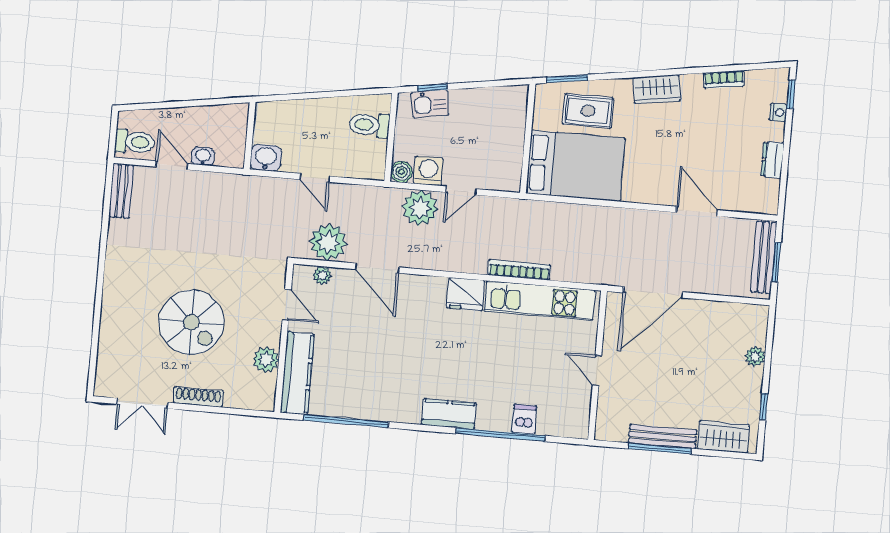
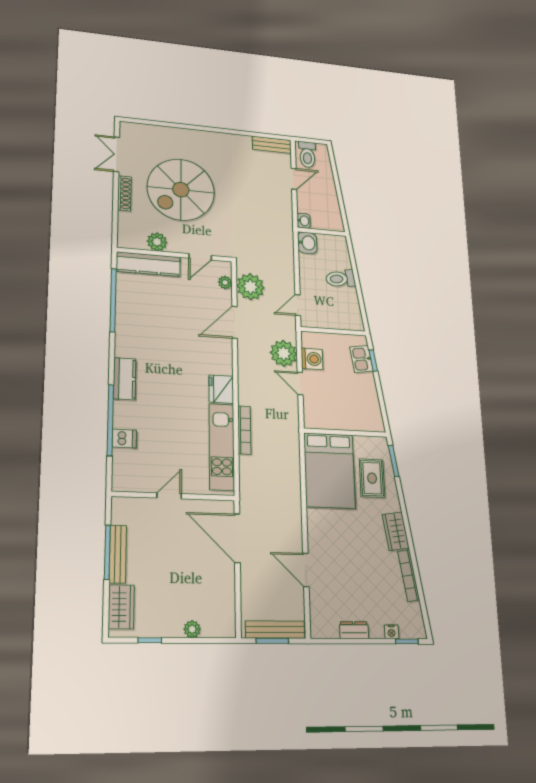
bookcase: (724, 79) -> (409, 576), width x1.56
toilet: (369, 125) -> (340, 279), moved, turned -99
washbasin: (203, 156) -> (304, 221), moved
boiler: (402, 172) -> (309, 339), removed
door: (315, 178) -> (298, 305), moved
door: (697, 211) -> (306, 570), swing flipped
spiral stairs: (191, 322) -> (181, 190), width x1.37, depth x1.37

